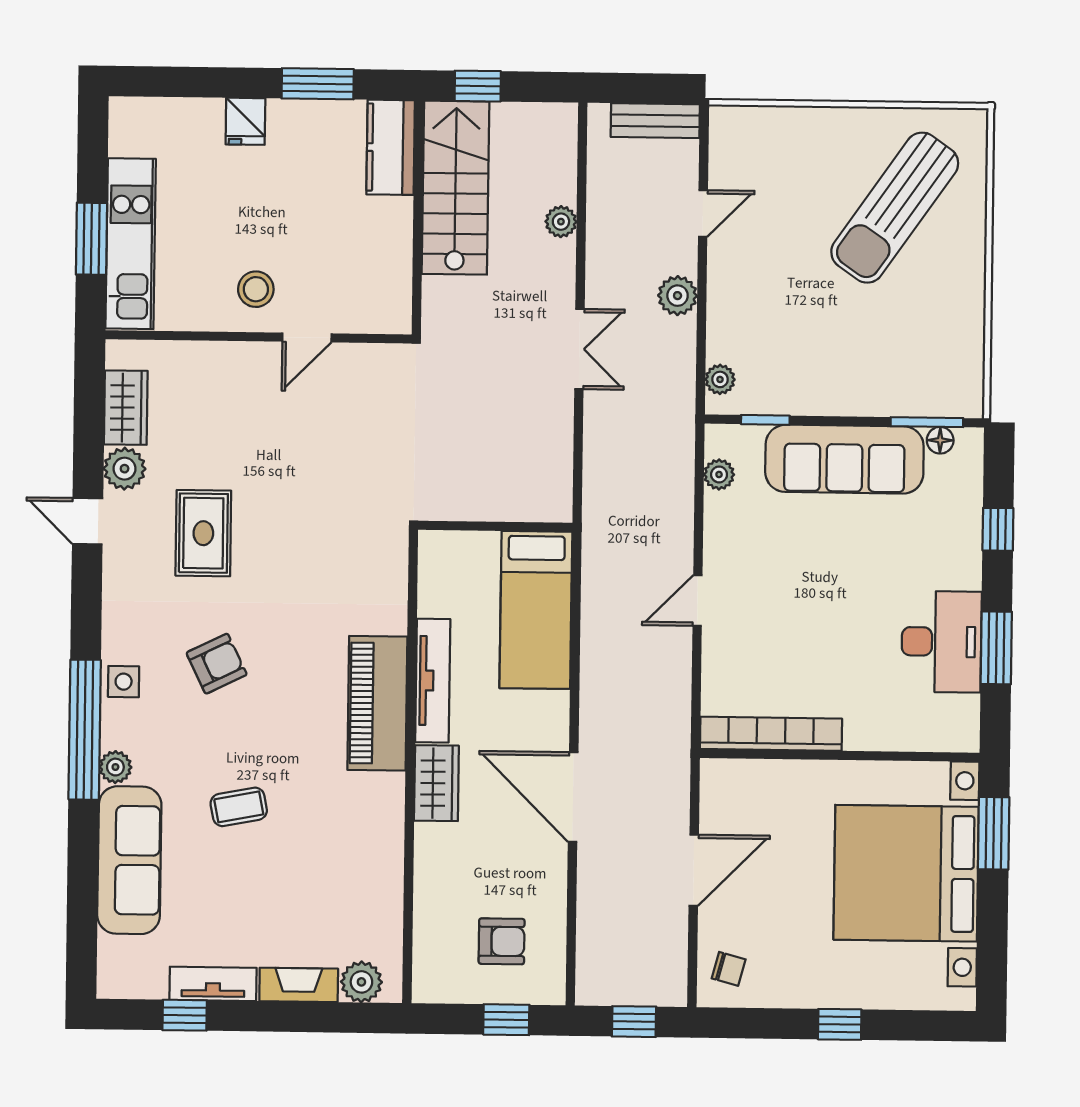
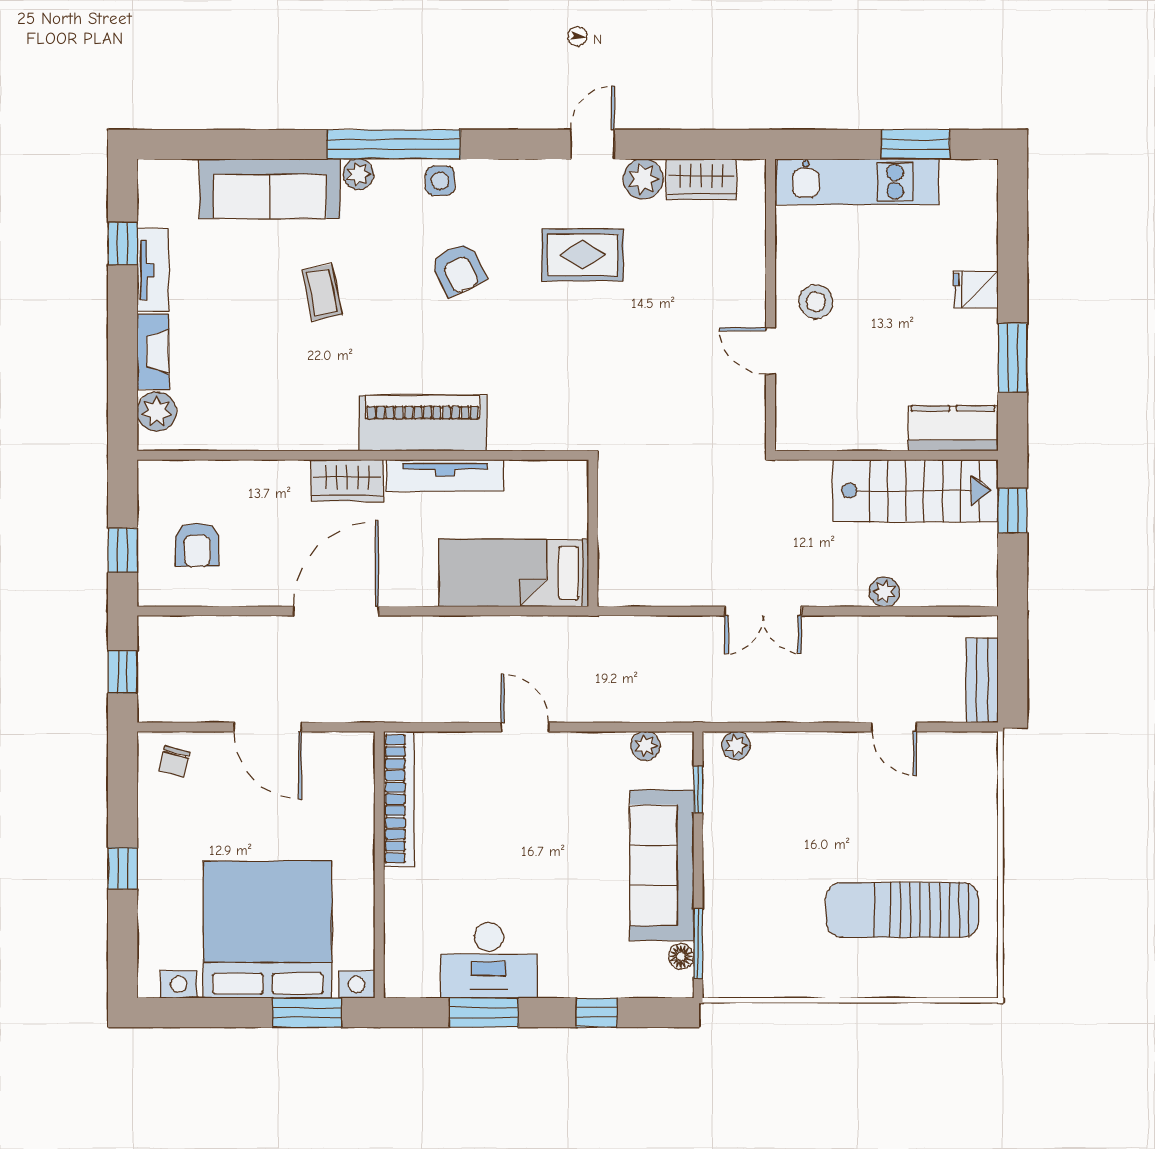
sun lounger: (895, 208) -> (902, 910), turned -35
window: (91, 239) -> (916, 144), moved
plant: (678, 296) -> (815, 704), removed

